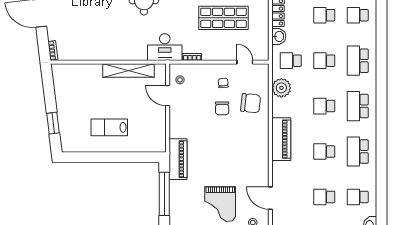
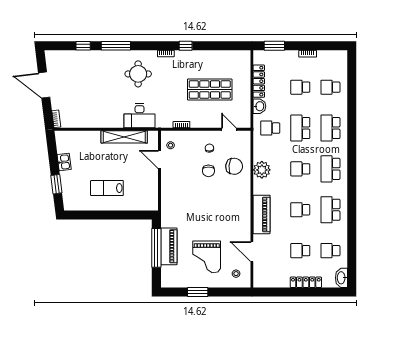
desk: (165, 47) -> (140, 116), moved
school desk: (324, 61) -> (300, 128), width x1.85
plant: (281, 88) -> (262, 170), moved
kitchen sink: (62, 98) -> (64, 162), added
piano: (281, 139) -> (262, 214), moved
piano: (178, 159) -> (169, 246), moved

